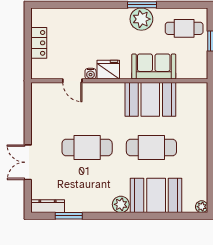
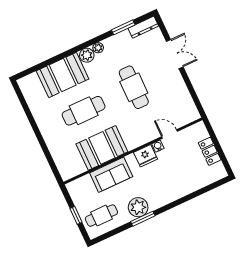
cafe table: (87, 148) -> (134, 87), turned 90
plant: (202, 207) -> (98, 48), moved

